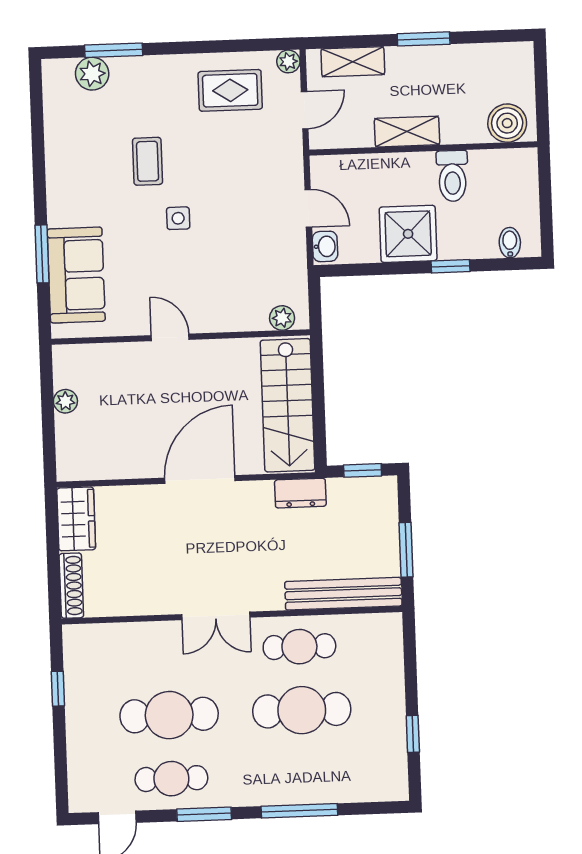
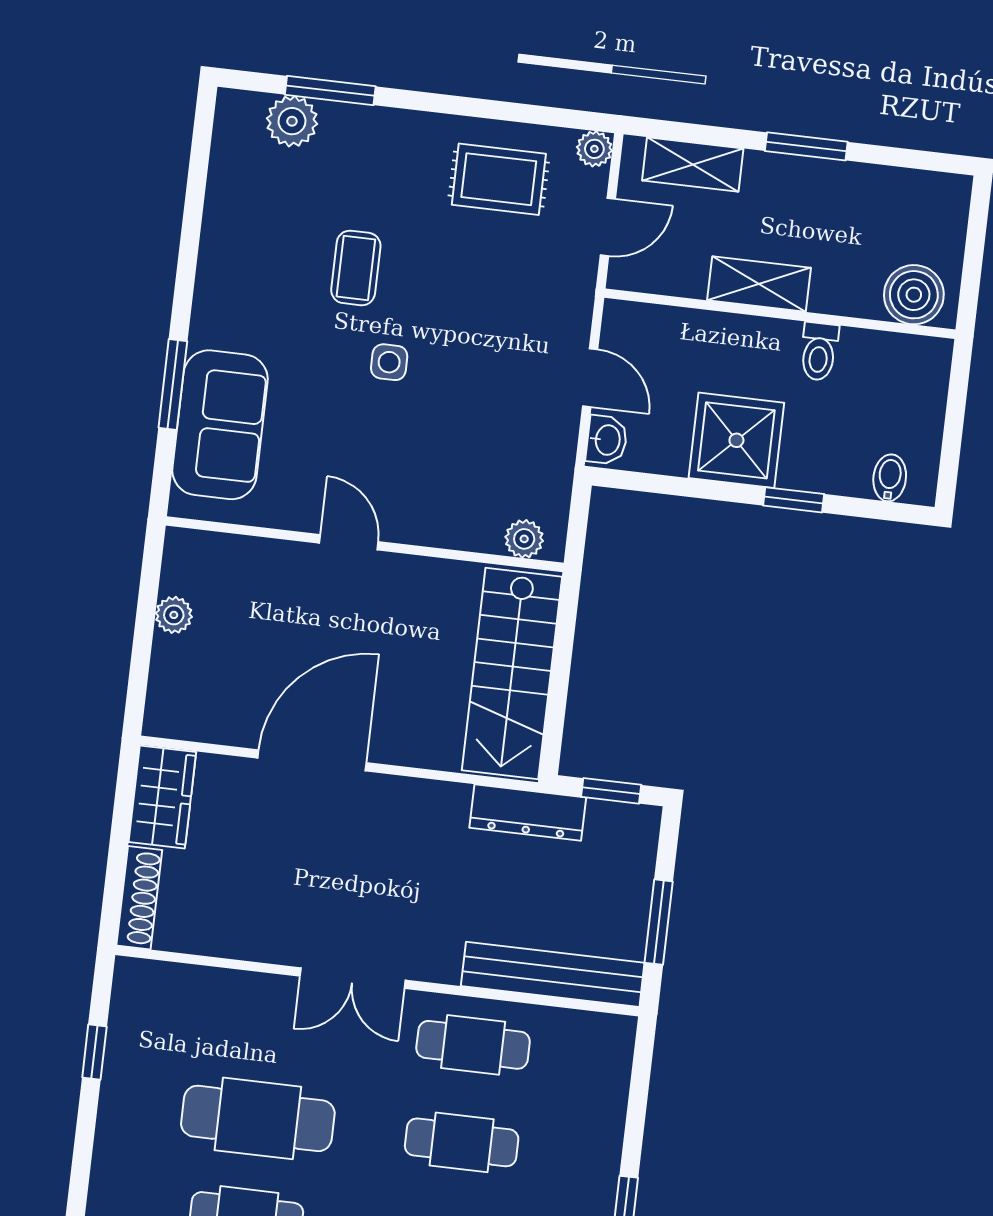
toilet: (452, 176) -> (819, 352), width x0.73, depth x0.72
door: (200, 479) -> (312, 760), moved
dresser: (300, 493) -> (528, 813), width x1.44
cafe table: (302, 710) -> (462, 1142), width x0.73, depth x0.74

